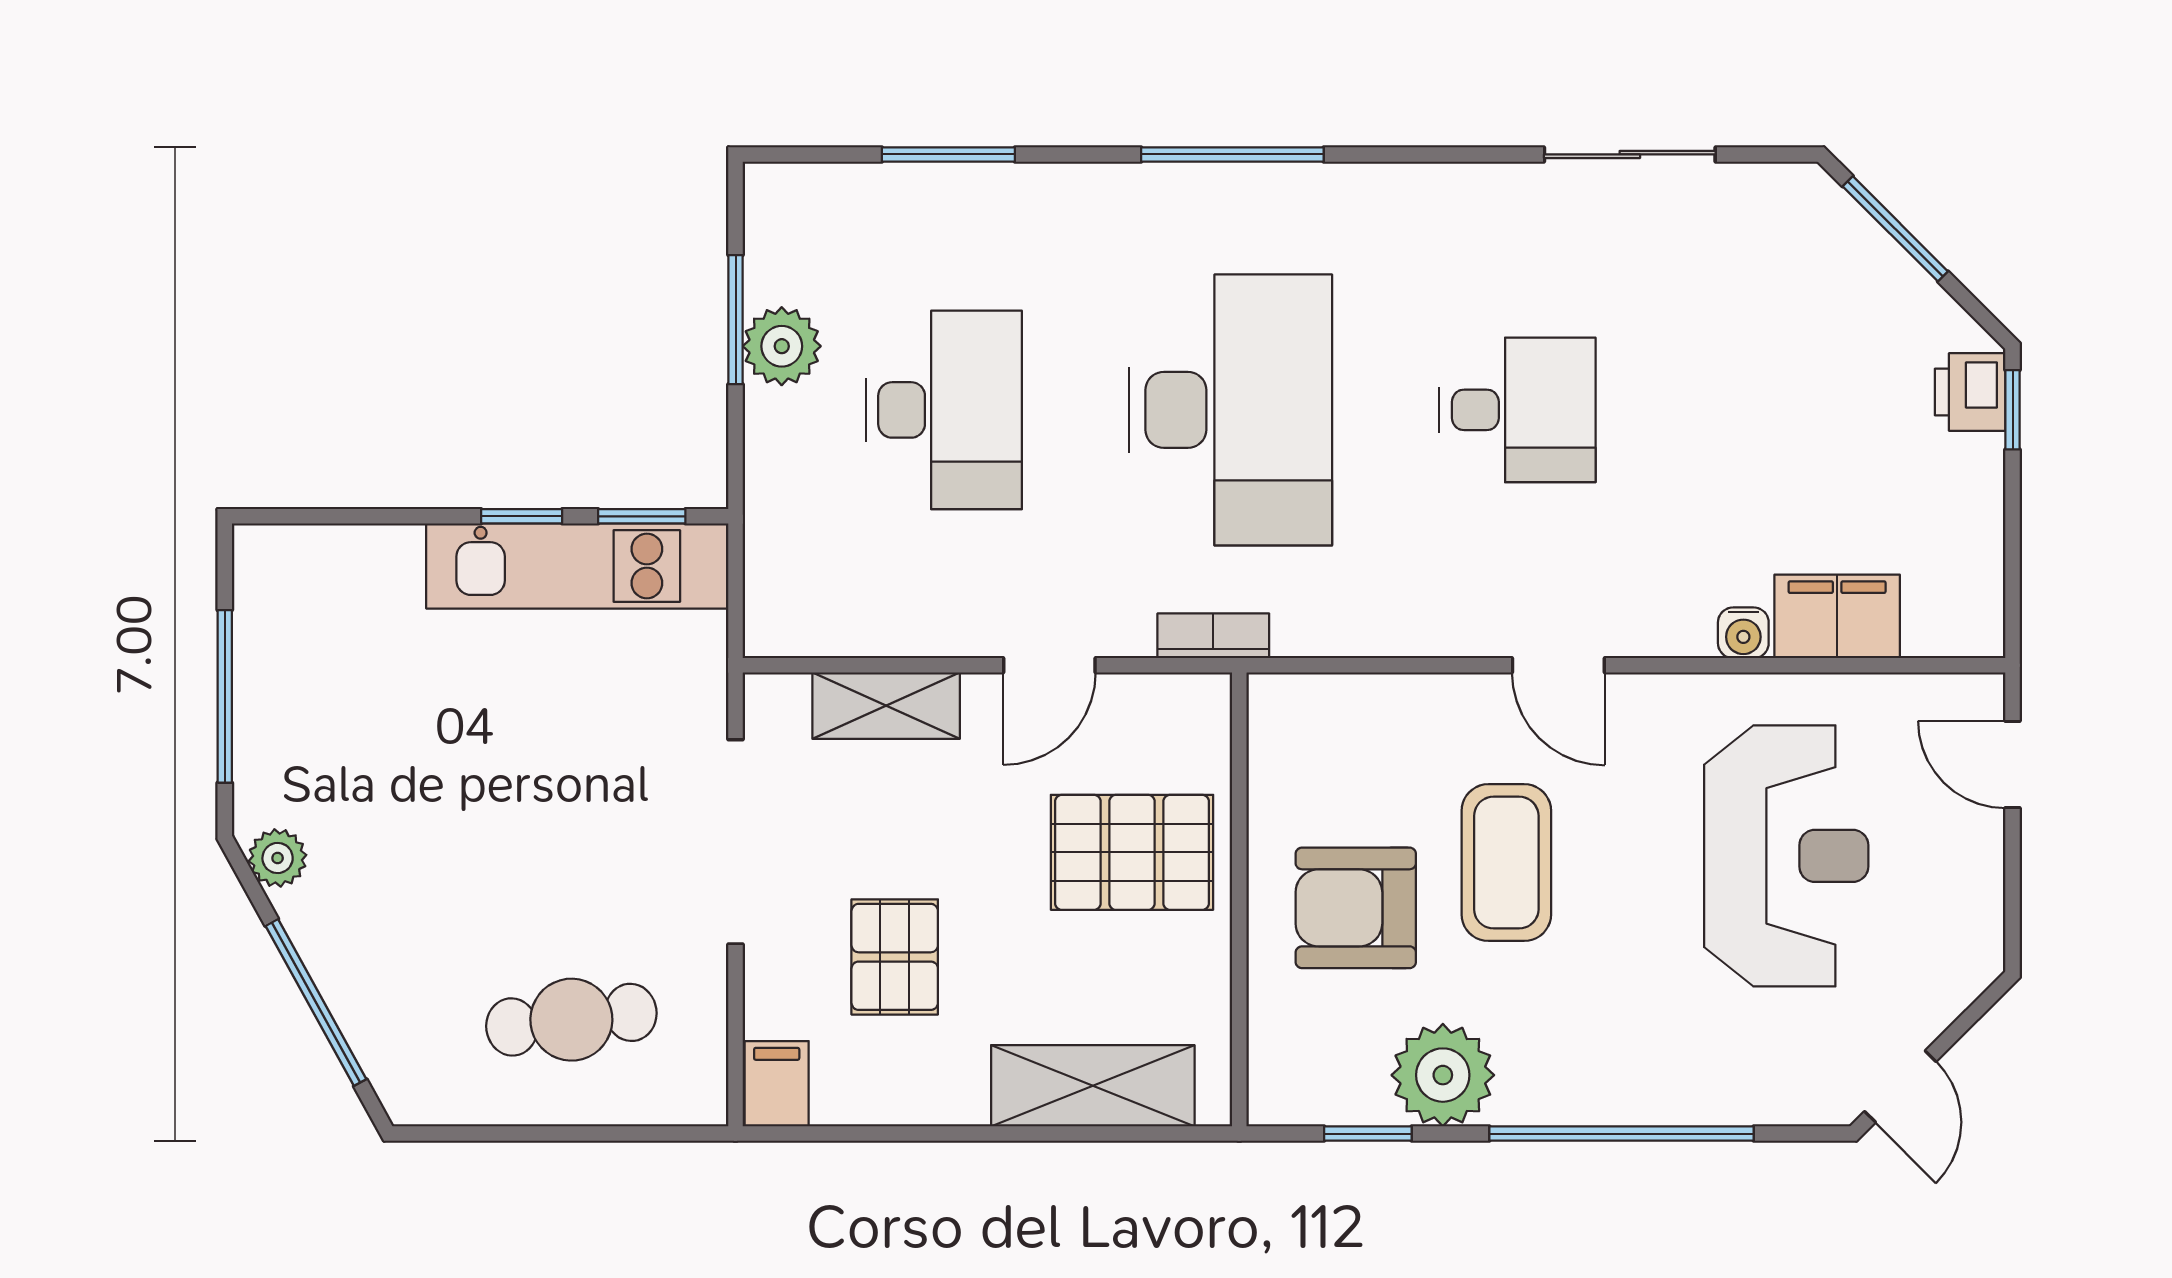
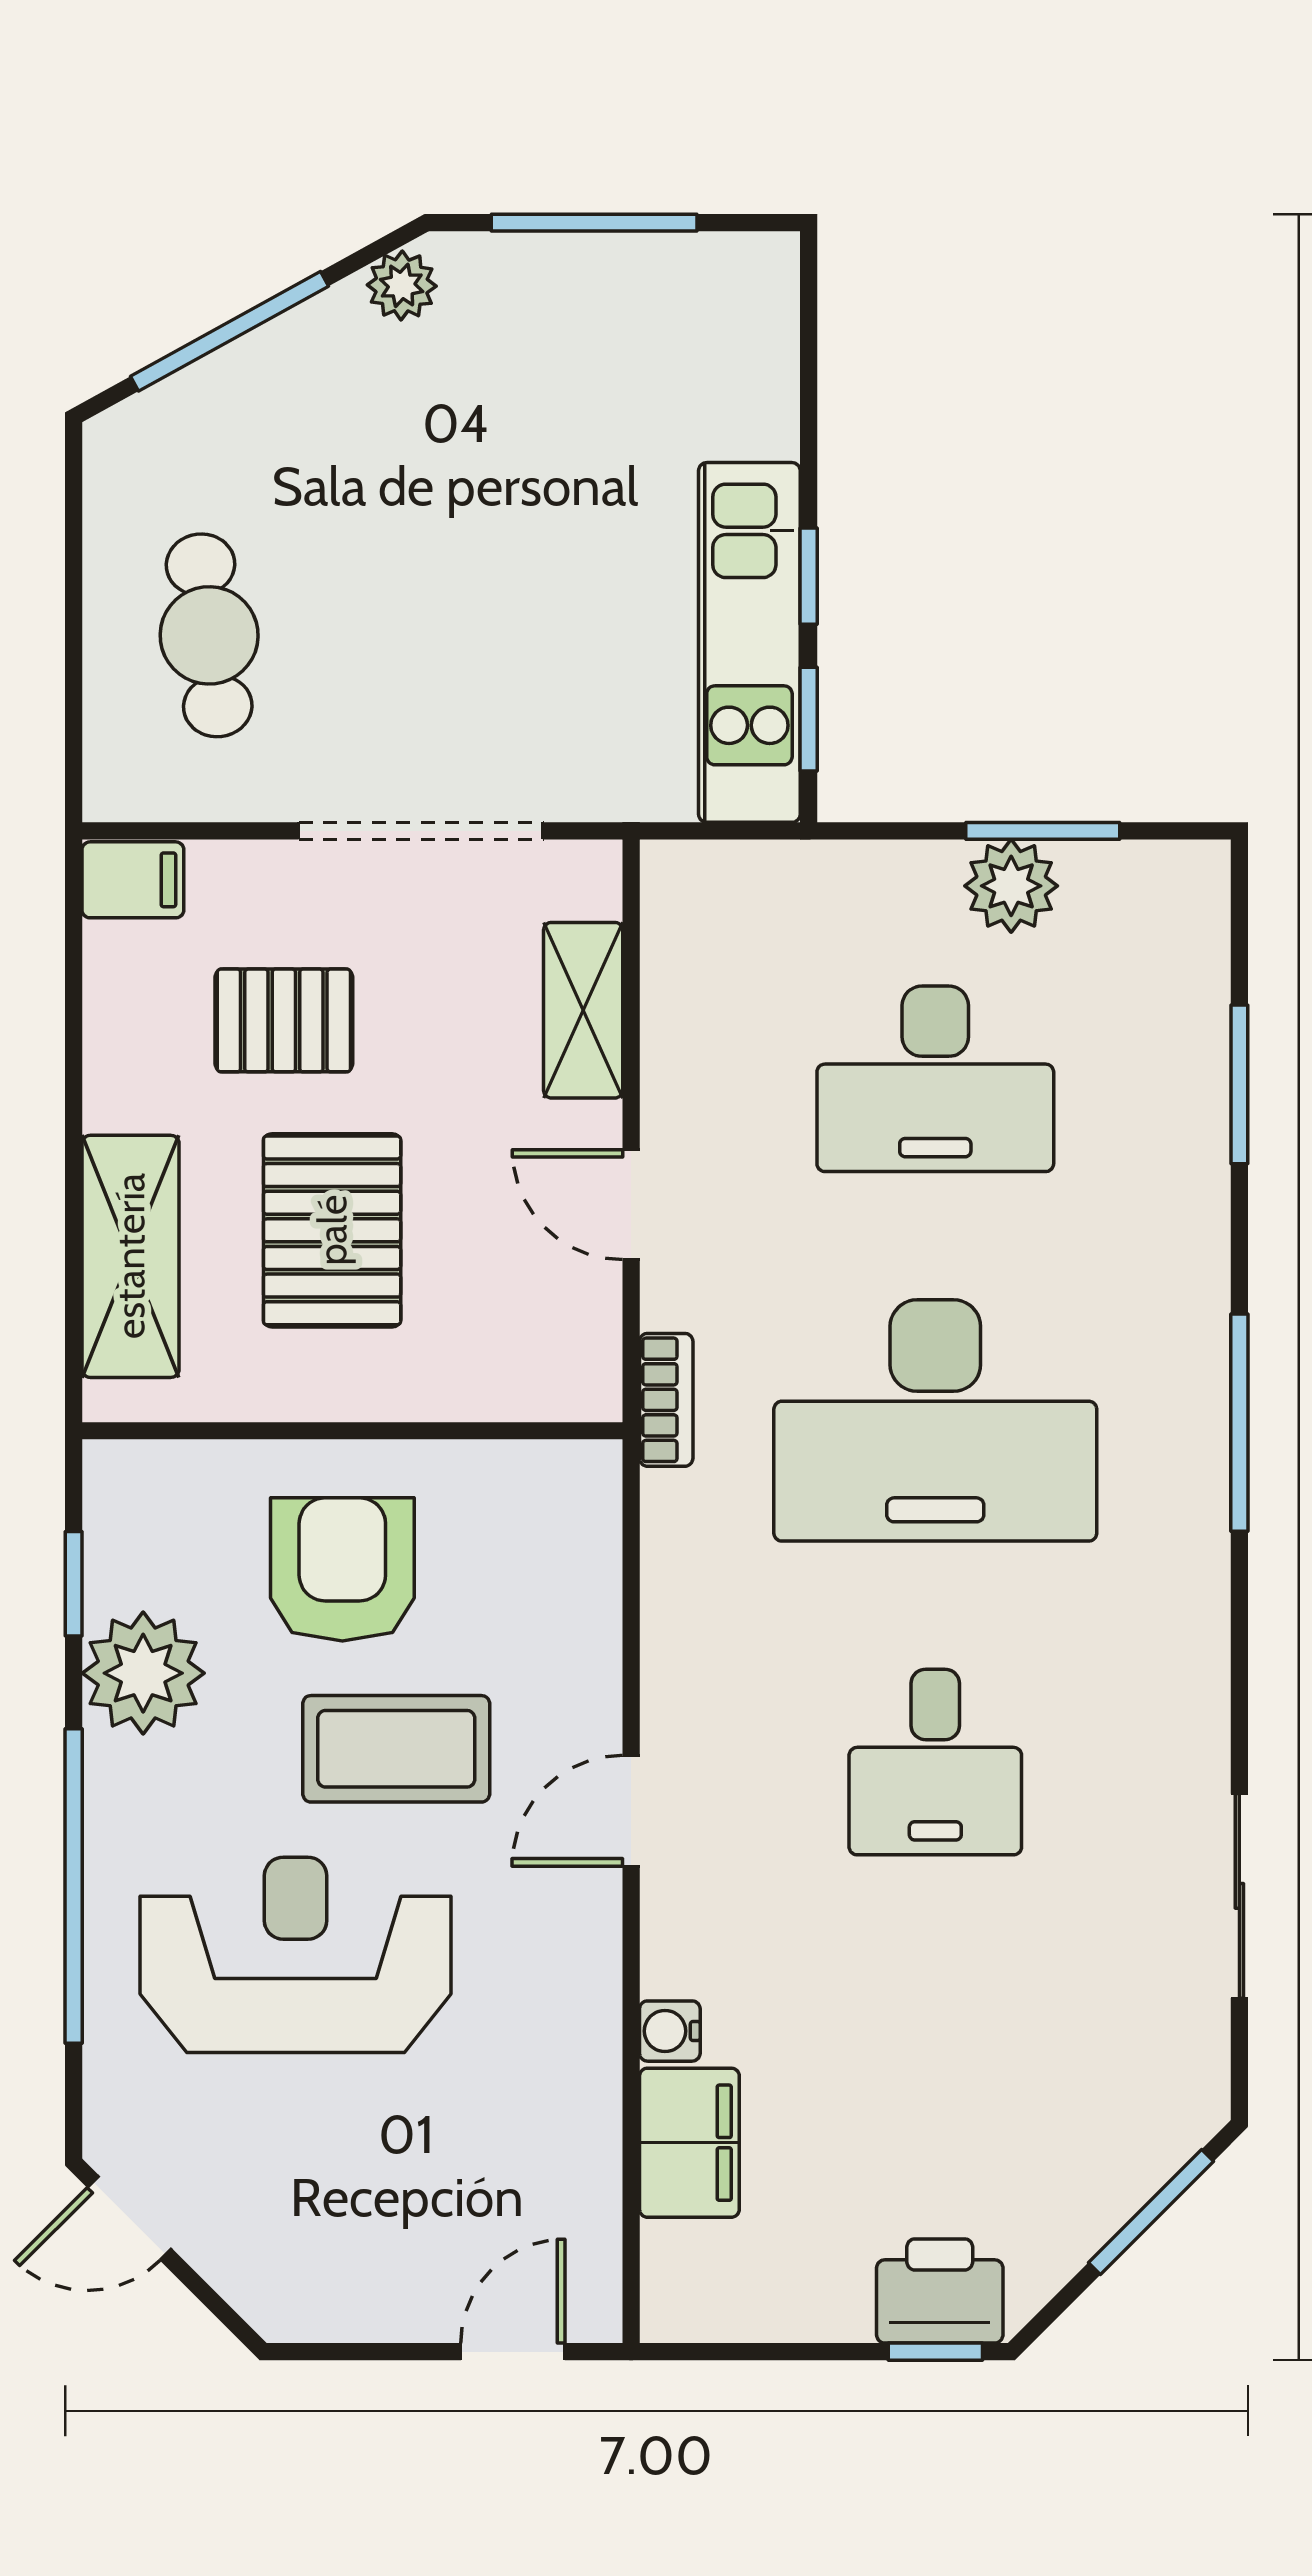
printer: (1970, 392) -> (940, 2291), width x1.36, depth x1.24
pallet: (1132, 852) -> (332, 1230), moved
reception desk: (1786, 856) -> (296, 1955), moved, turned 180

